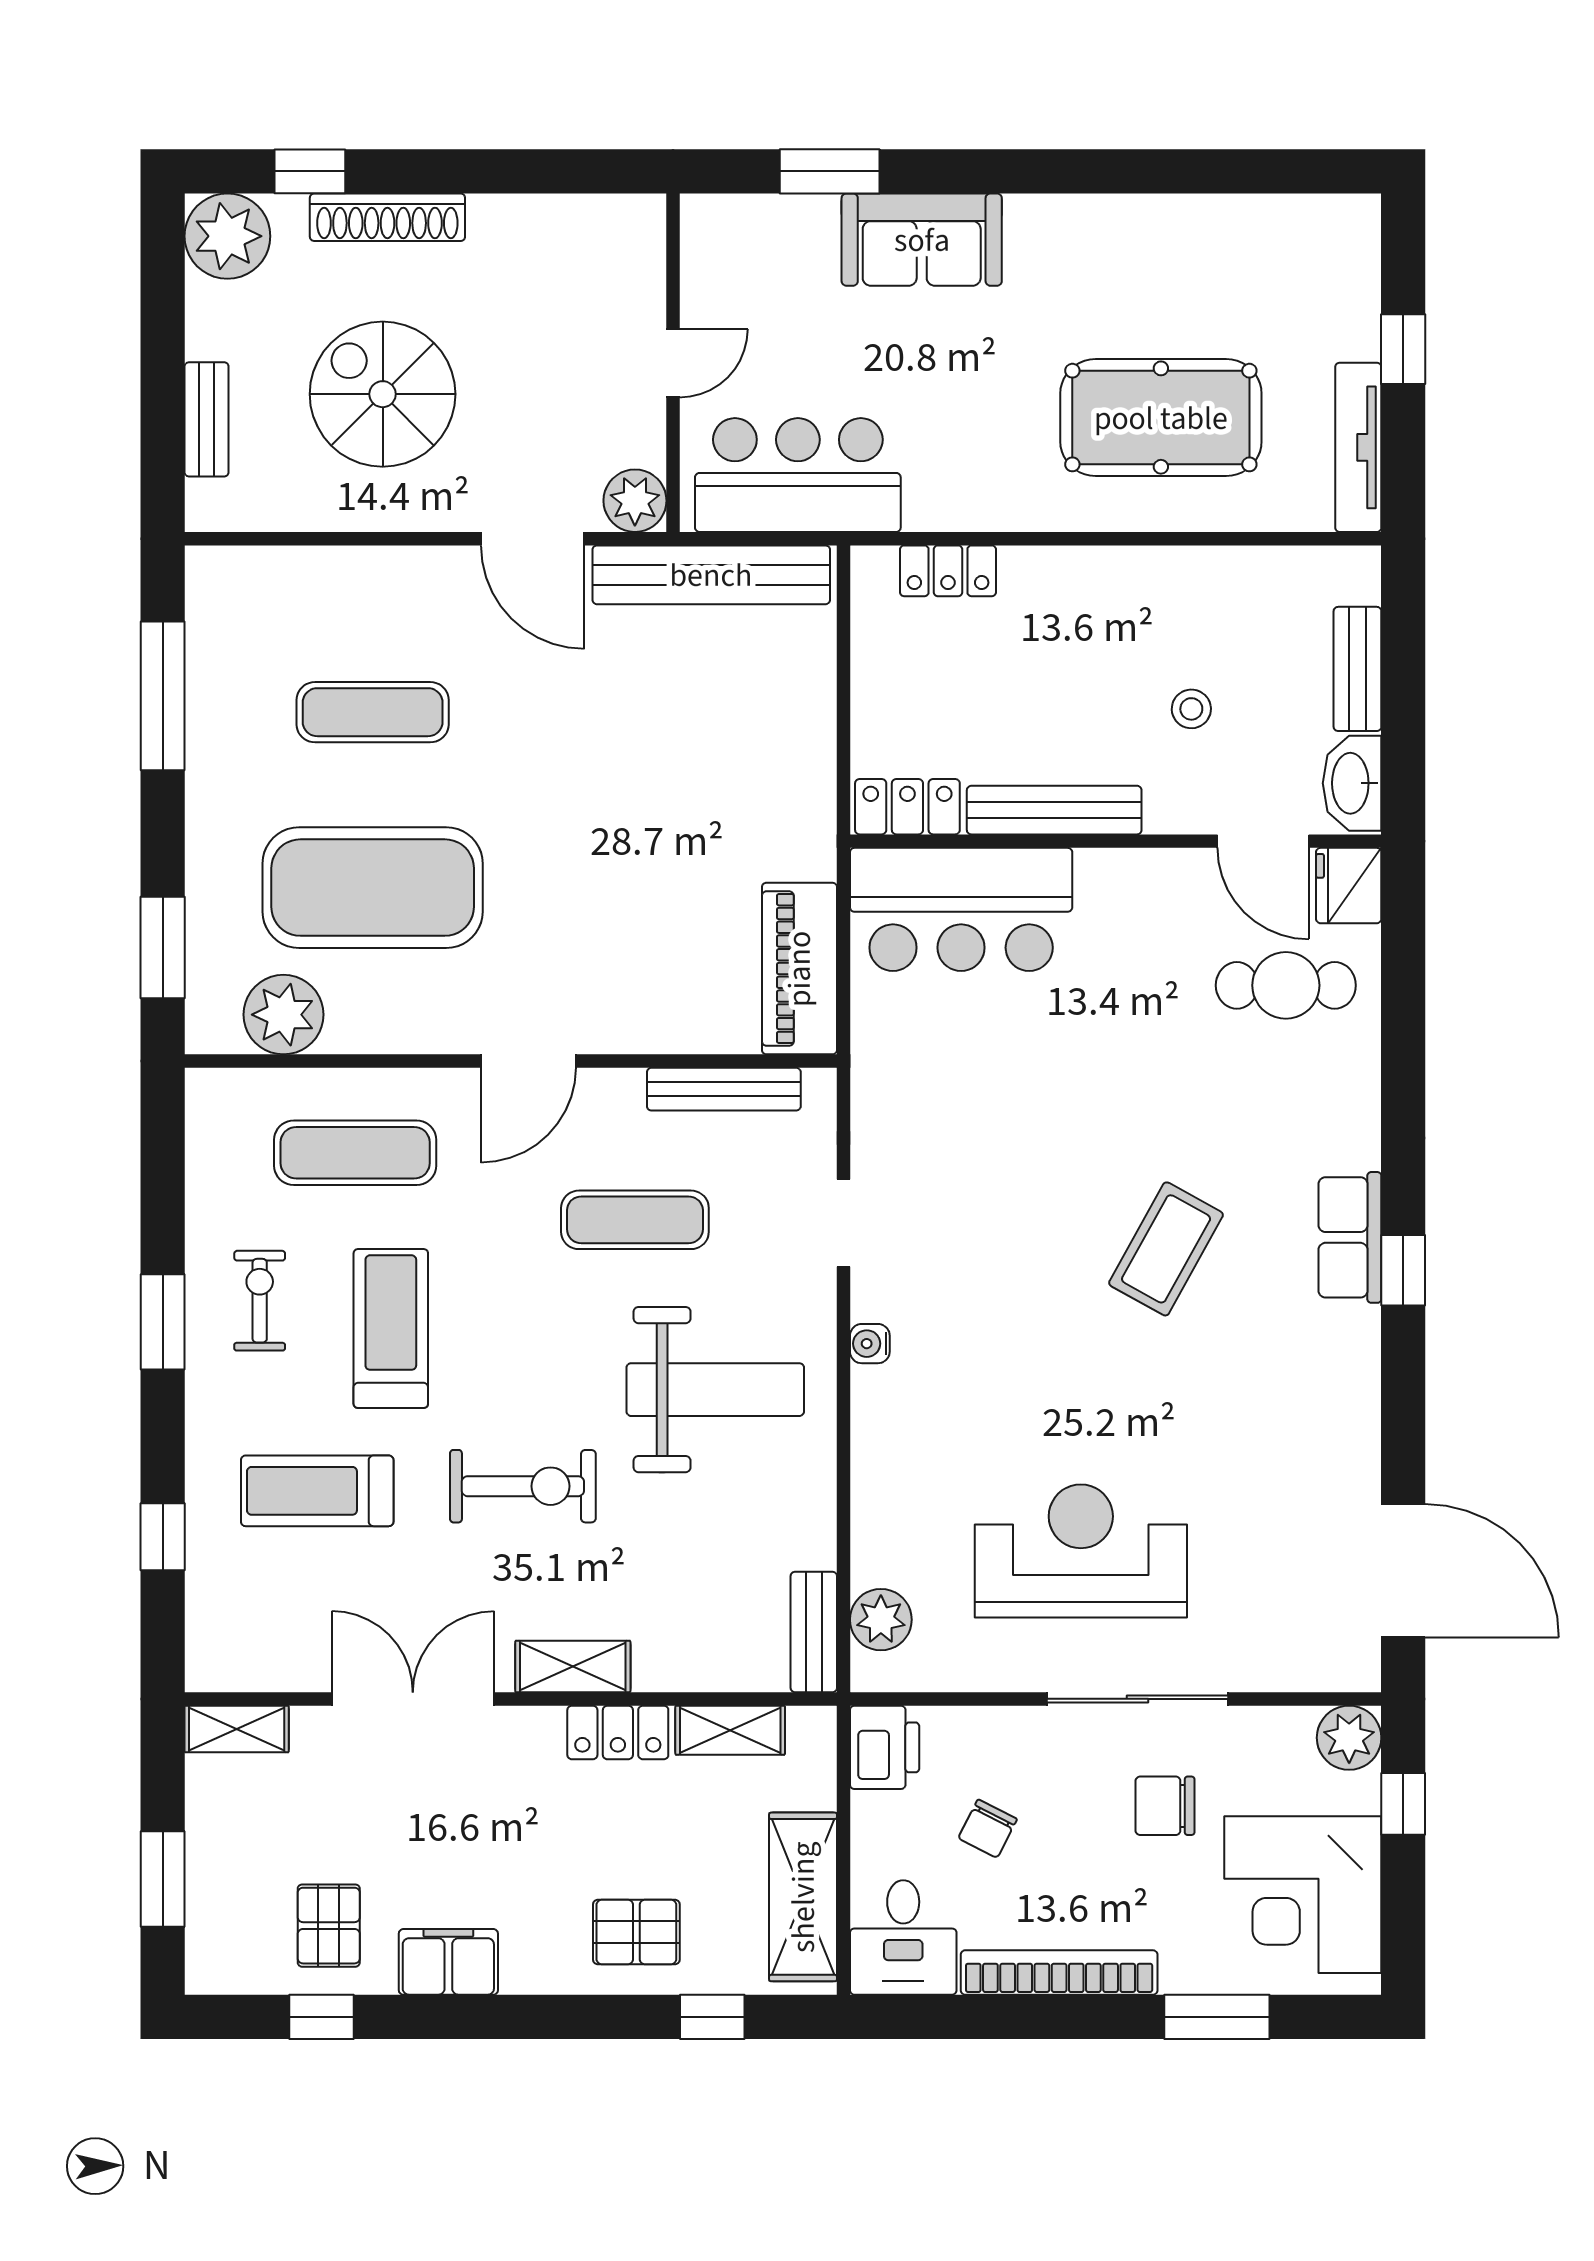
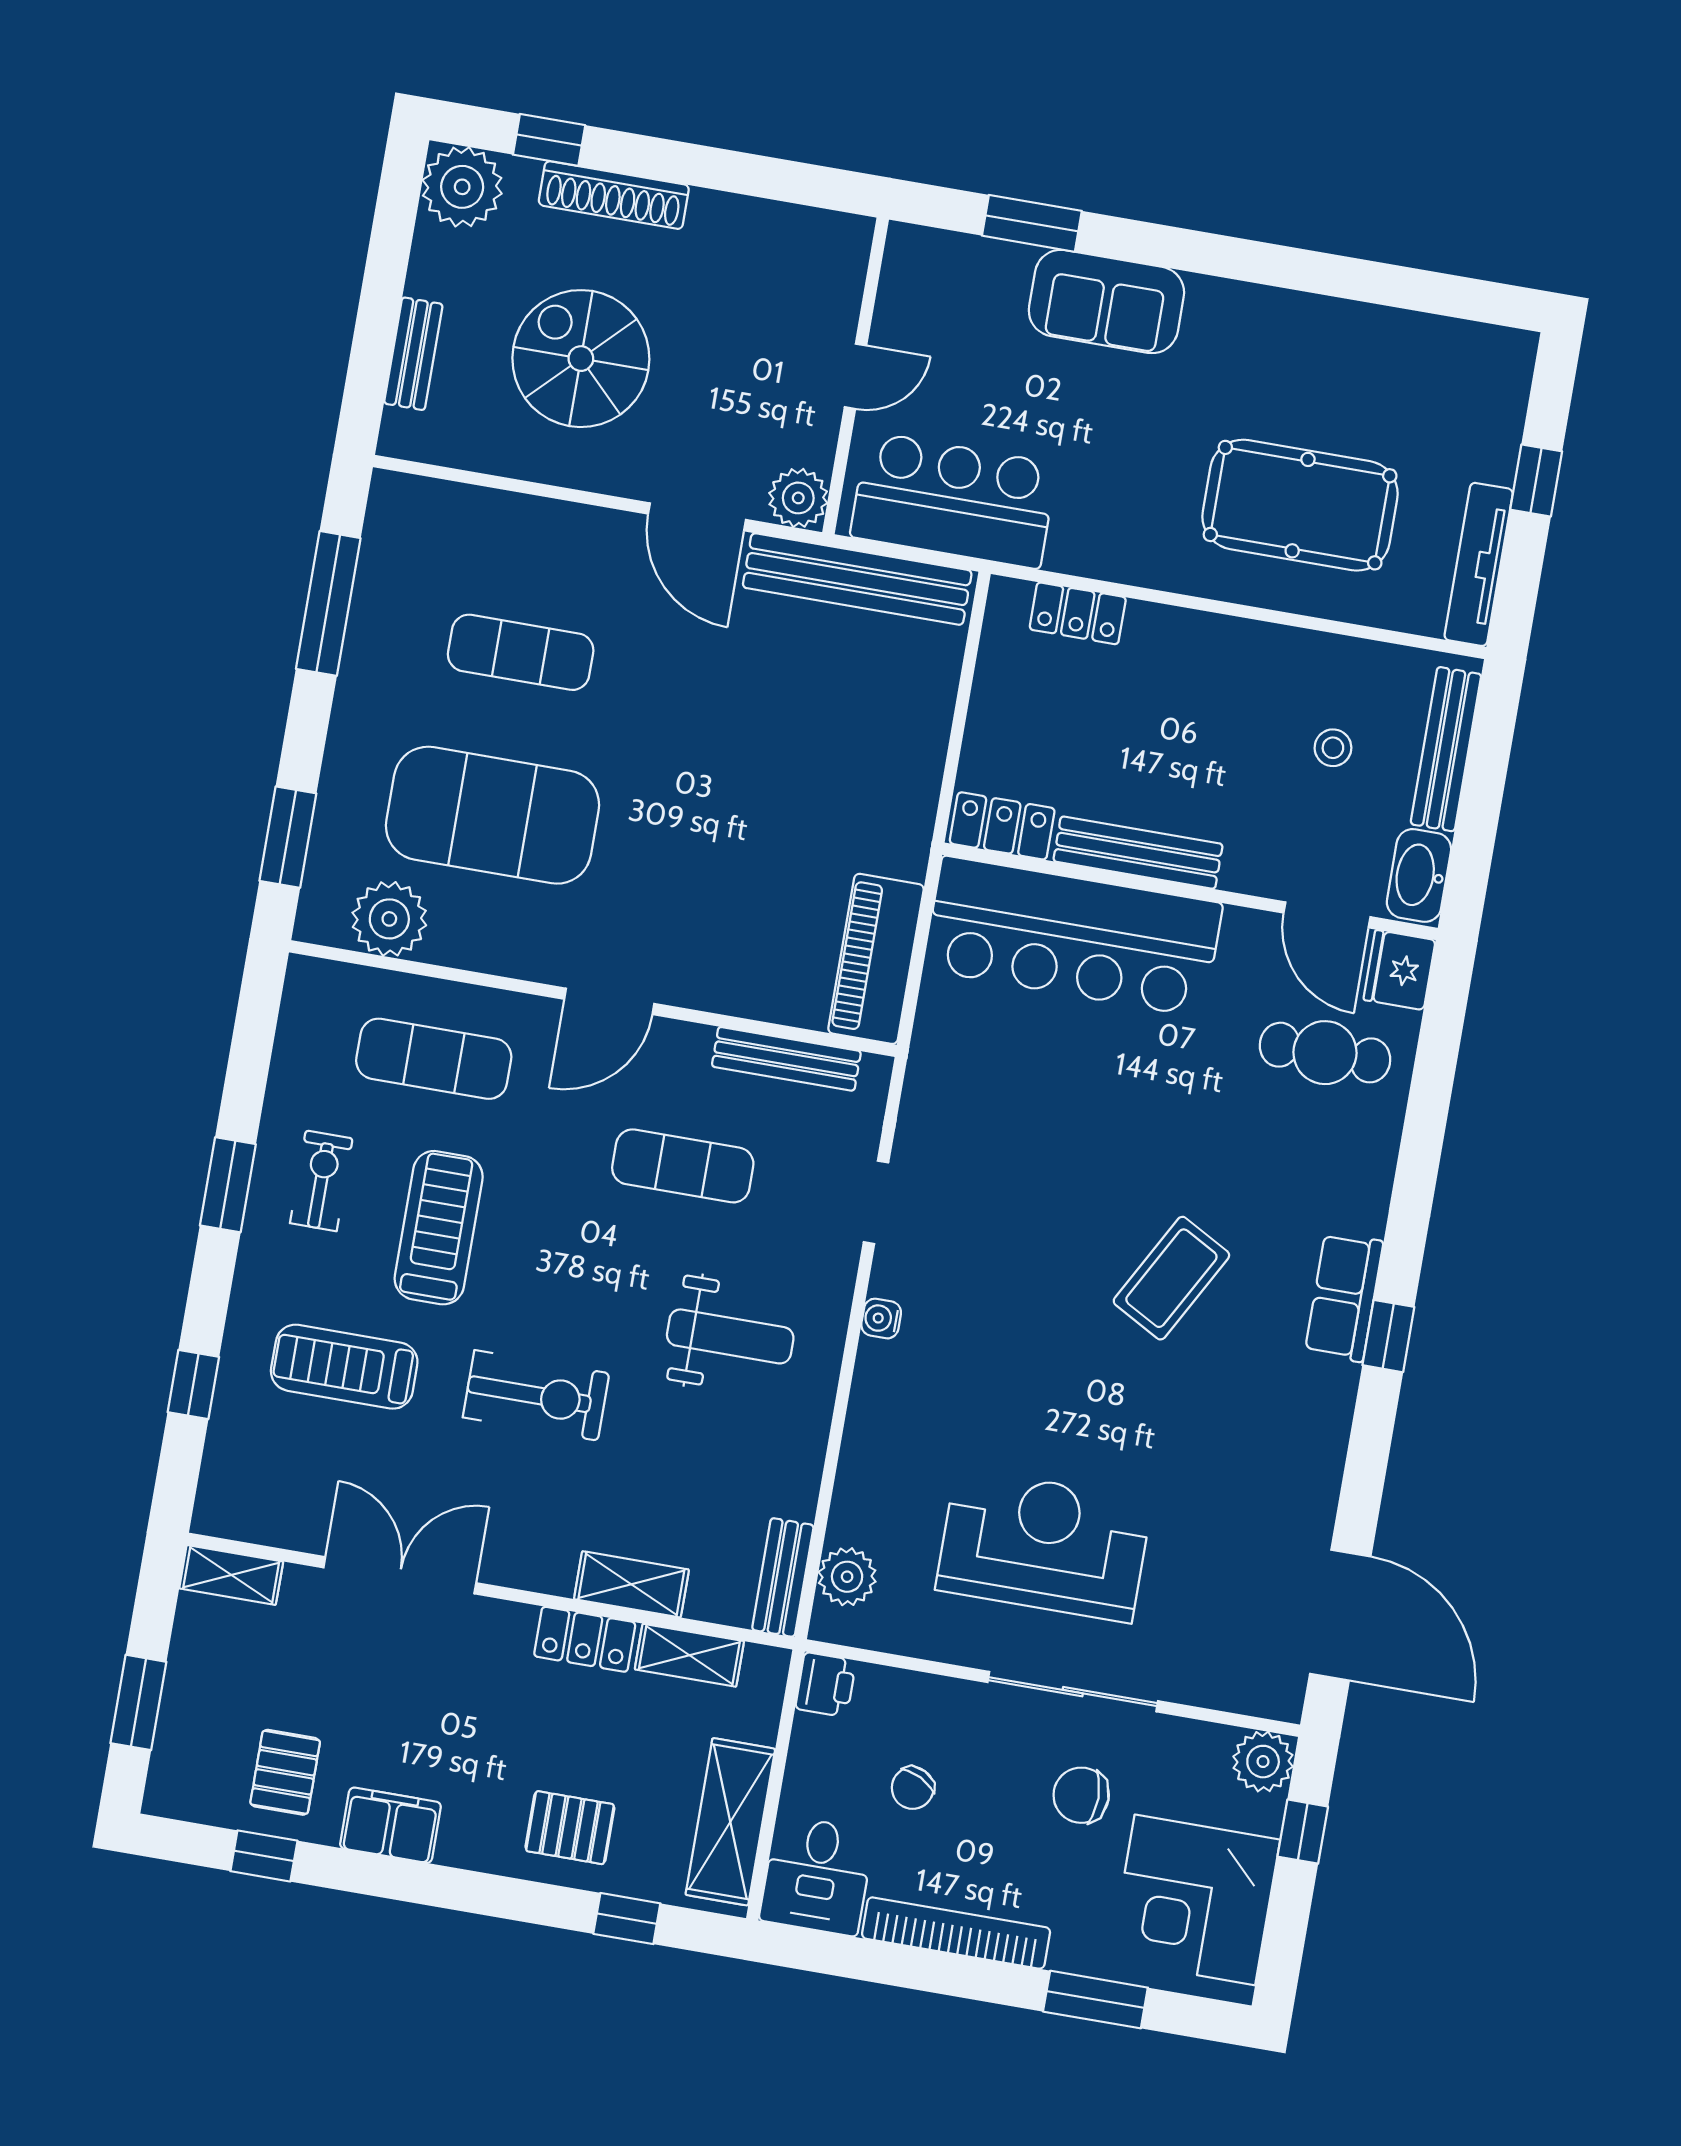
bench: (1357, 669) -> (1446, 749), width x1.36
stool: (1191, 709) -> (1333, 748), moved
bar counter: (961, 909) -> (1073, 936), width x1.36
weight bench: (715, 1390) -> (730, 1336), width x0.73, depth x0.75
shelving: (573, 1667) -> (631, 1584), moved
printer: (885, 1747) -> (826, 1685), width x0.73, depth x0.81

